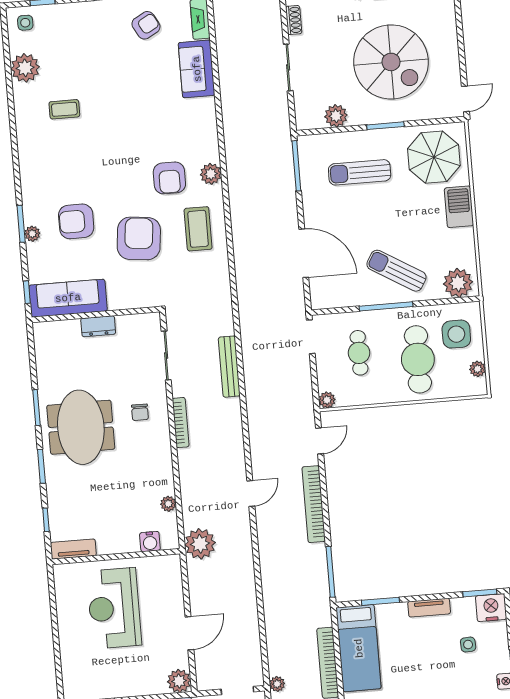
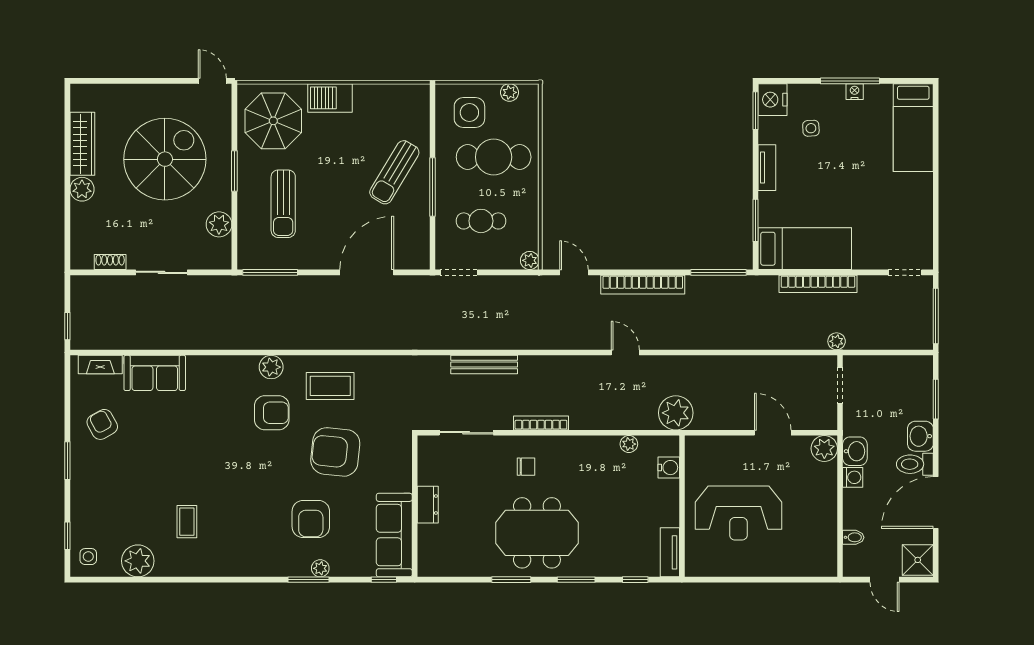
plant: (458, 283) -> (414, 106), removed

